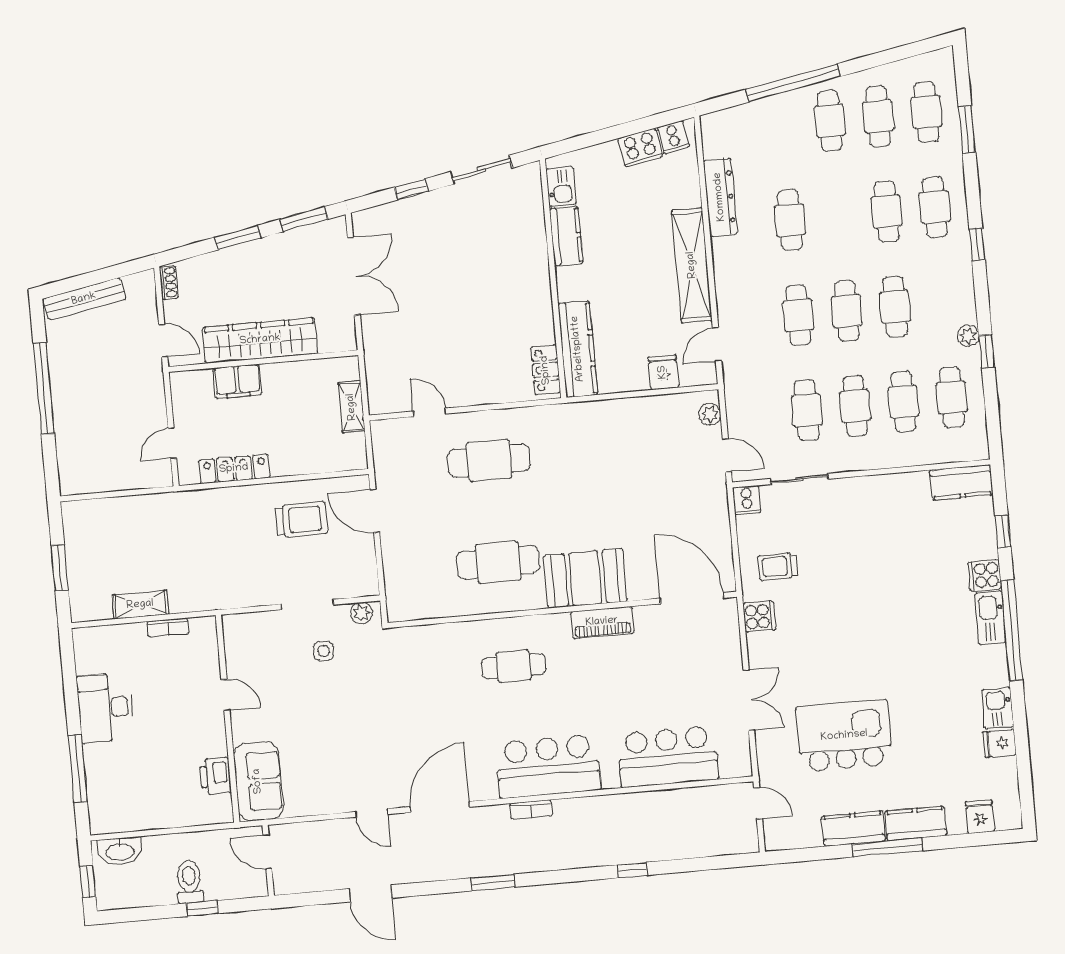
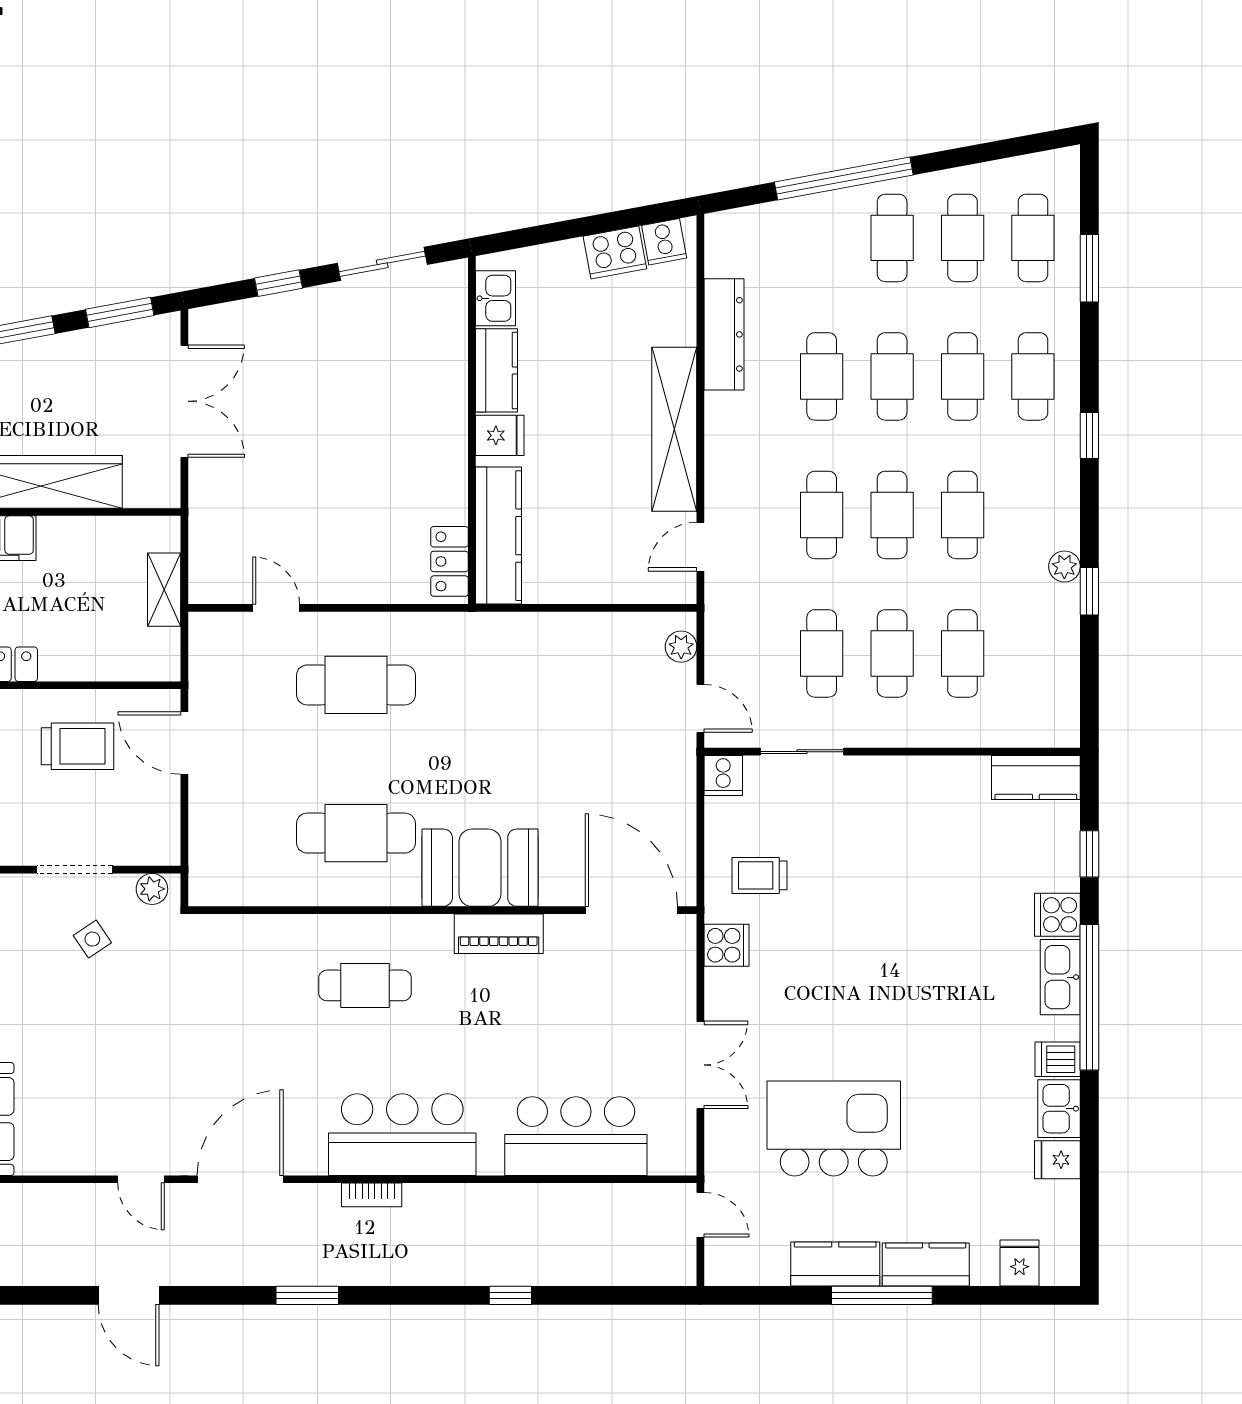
fridge: (663, 372) -> (500, 435), moved, turned 90
cafe table: (952, 397) -> (892, 376), moved
side table: (324, 651) -> (92, 939), turned -38
dishwasher: (994, 674) -> (1058, 1059), added

